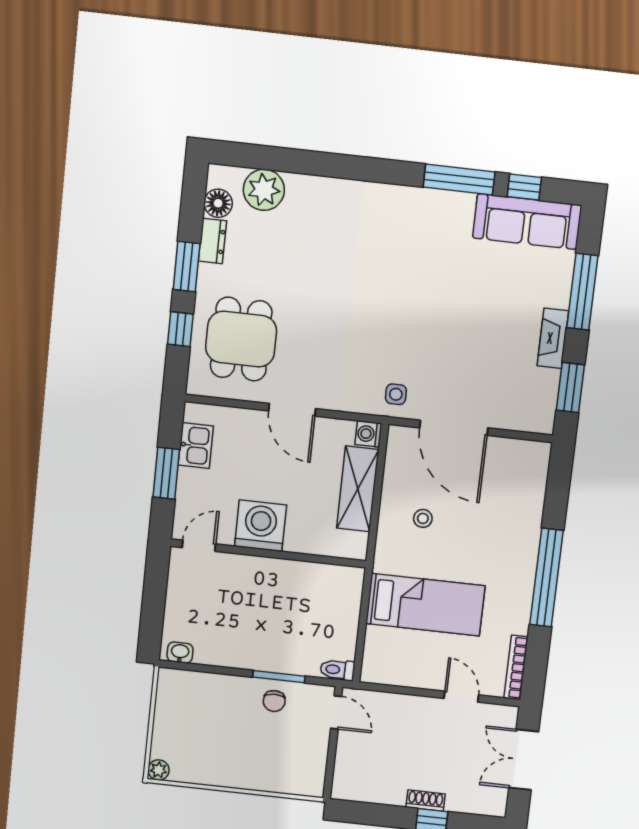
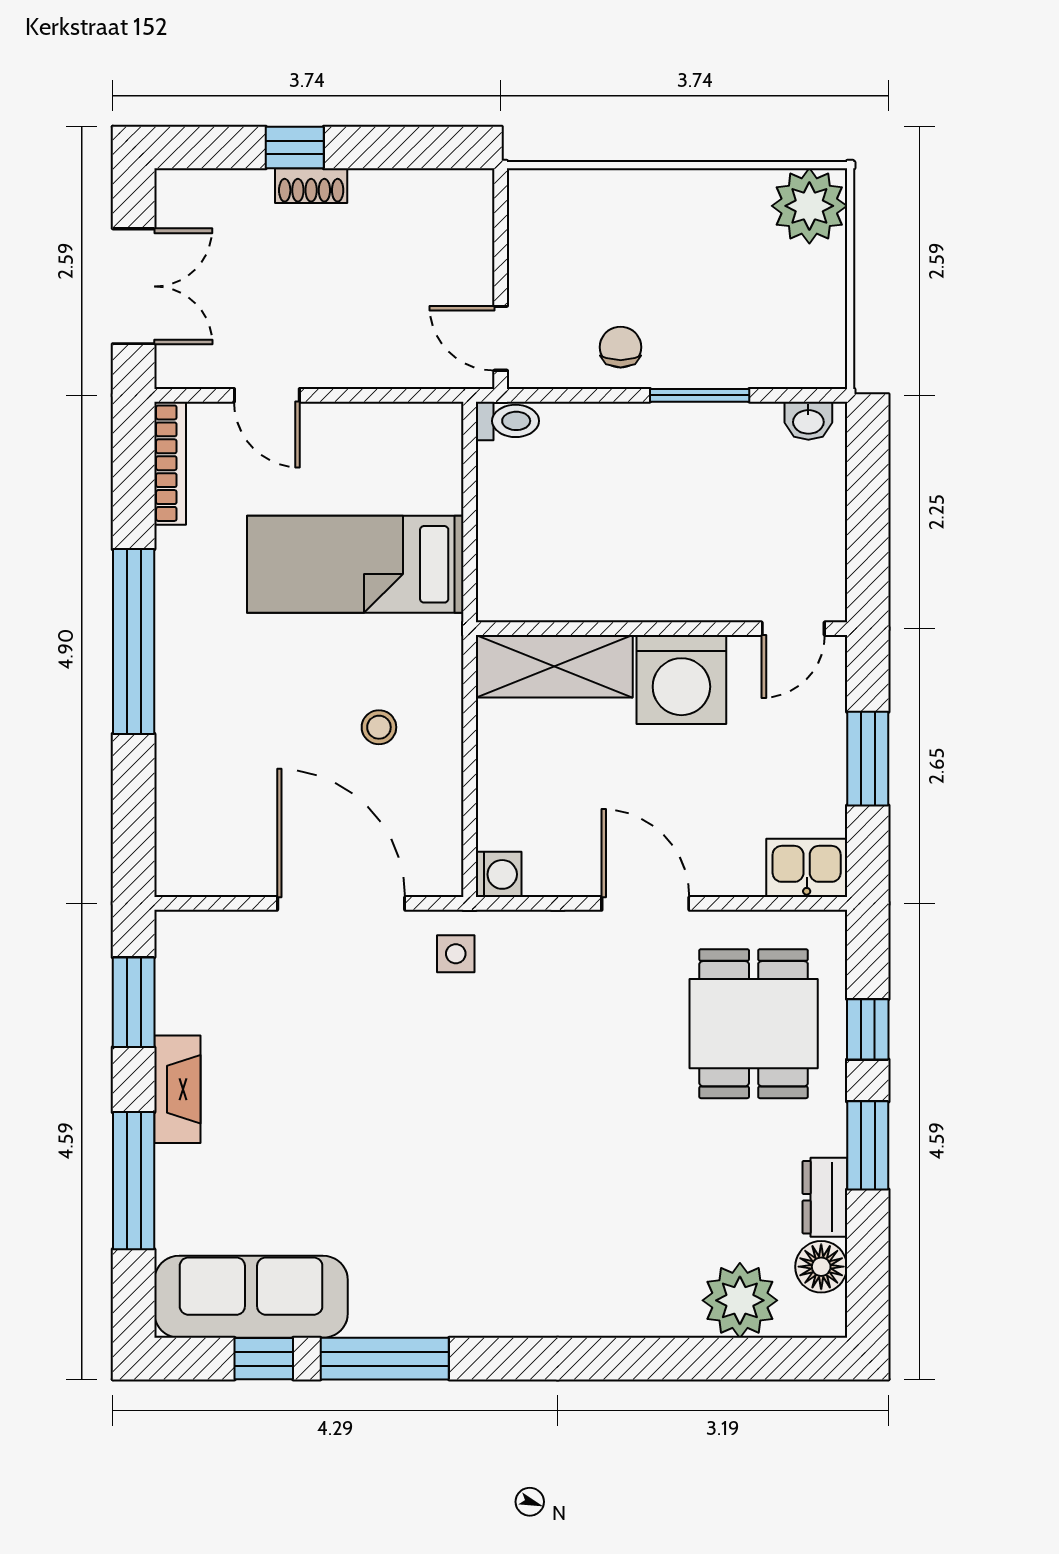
kitchen sink: (196, 446) -> (807, 868), moved, turned 90
shelving: (358, 489) -> (554, 666), moved, turned 90
window: (279, 677) -> (700, 395), moved
plant: (159, 770) -> (809, 206), width x1.88, depth x1.88

